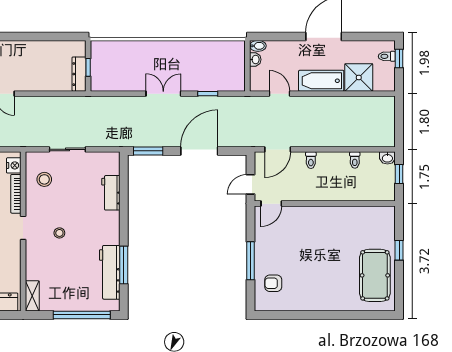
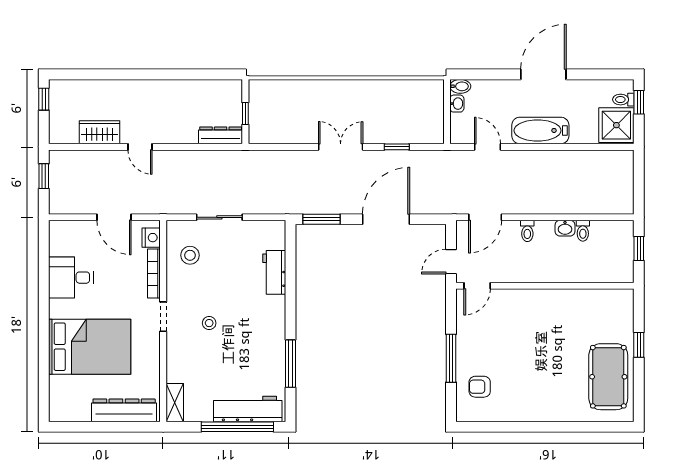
dresser: (79, 74) -> (221, 135), moved, turned 90
shower: (359, 77) -> (616, 125), moved
washbasin: (387, 158) -> (565, 228), moved
workbench: (110, 272) -> (248, 409), moved, turned 90

